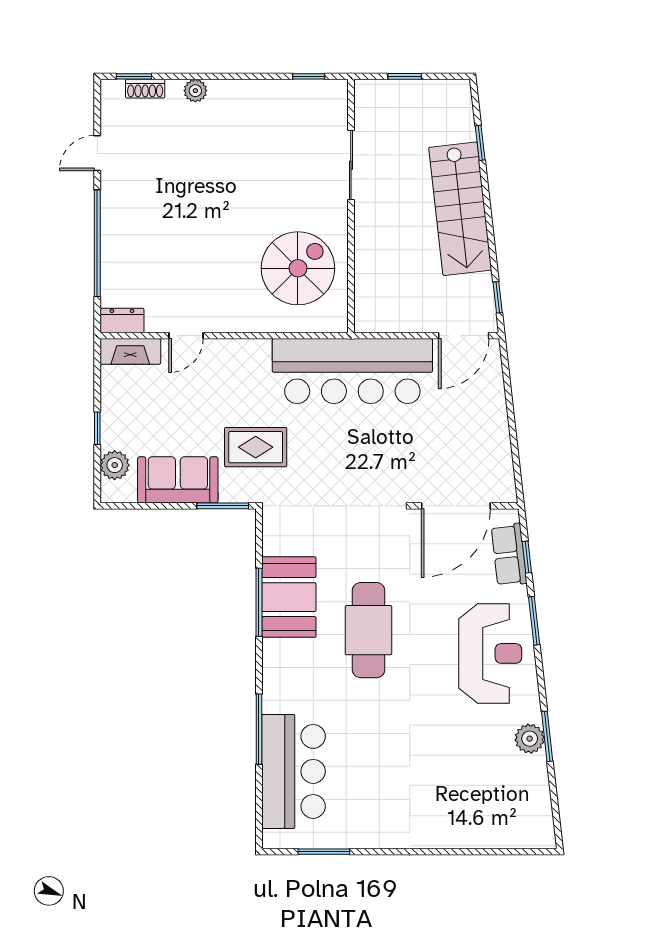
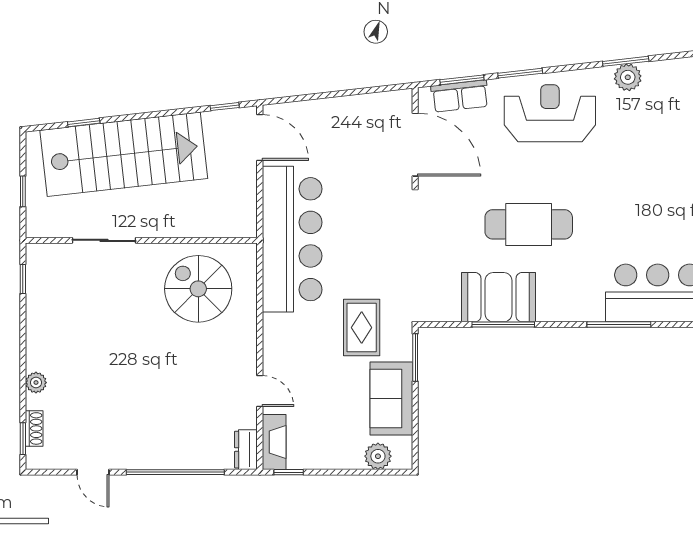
stairs: (460, 209) -> (124, 154), width x1.36, depth x1.51
window: (97, 428) -> (289, 472), moved
window: (527, 557) -> (462, 80), width x1.50

